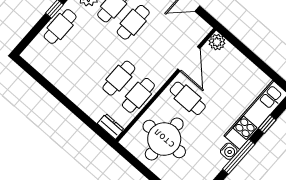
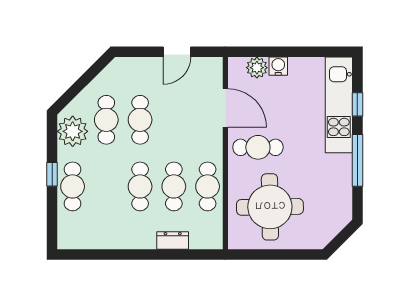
plant: (217, 42) -> (257, 68), moved
cafe table: (99, 61) -> (140, 186), added
dresser: (111, 127) -> (173, 240), moved
water cooler: (229, 151) -> (278, 66), moved, turned -90

